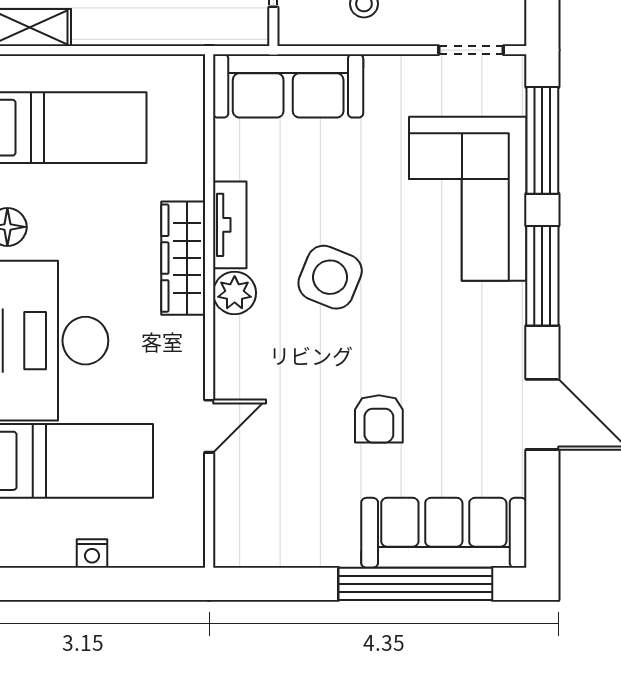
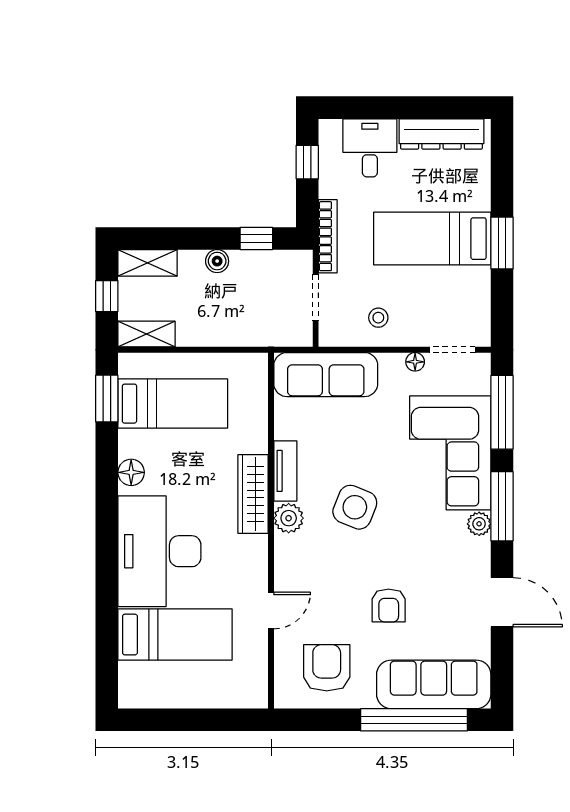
floor lamp: (417, 67) -> (415, 362), added
plant: (509, 301) -> (479, 524), added
armchair: (289, 509) -> (327, 668), added
nightstand: (92, 553) -> (190, 699), removed

